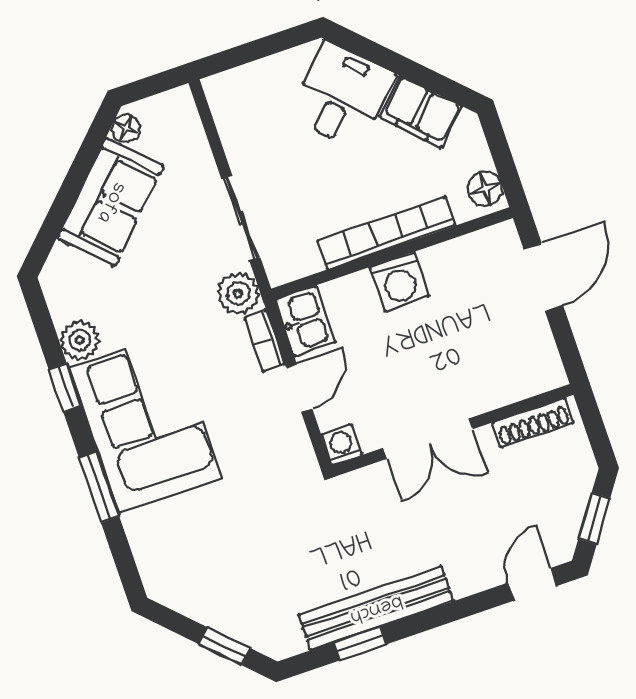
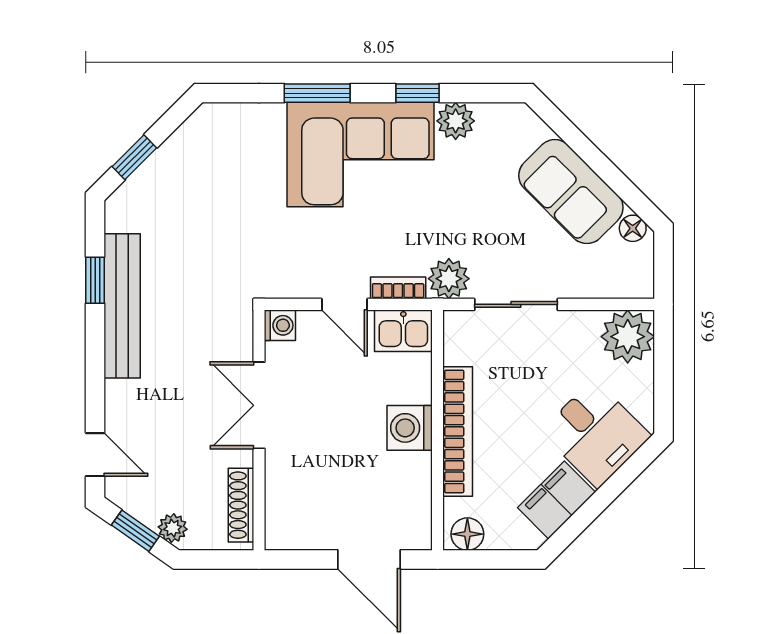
plant: (235, 97) -> (628, 337), added
plant: (579, 483) -> (173, 528), added

